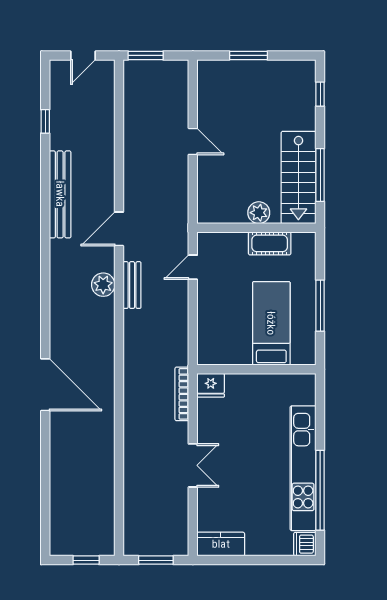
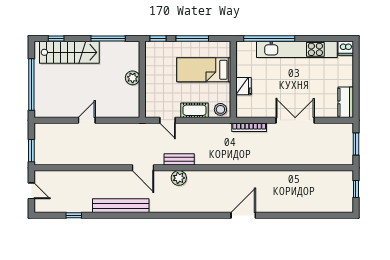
window: (248, 55) -> (31, 84), width x2.11
stairs: (298, 178) -> (69, 52), moved
cot: (270, 243) -> (195, 110), moved, turned 90
window: (320, 252) -> (158, 38), added
stool: (210, 349) -> (220, 109), added
door: (45, 385) -> (243, 215), width x0.73
fridge: (211, 385) -> (244, 86), moved
double door: (193, 465) -> (295, 120), width x1.37
window: (320, 490) -> (269, 38), moved

